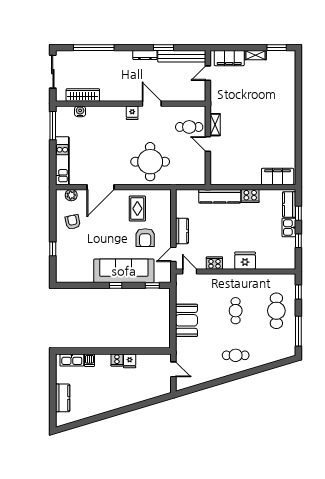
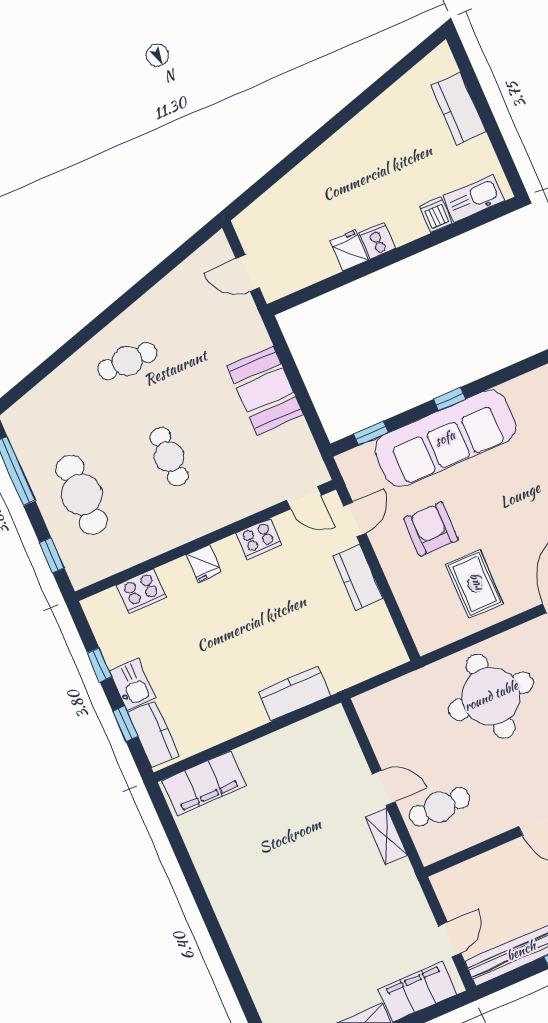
kitchen counter: (220, 196) -> (295, 694), width x0.67
cooker: (250, 196) -> (141, 591), moved, turned 180
fridge: (245, 261) -> (204, 563), width x0.53, depth x0.75

